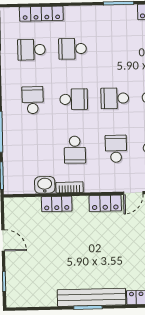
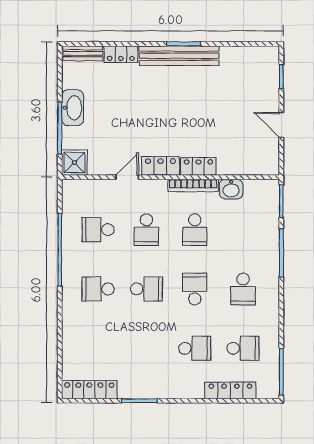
school desk: (74, 99) -> (195, 289), turned 90
school desk: (75, 150) -> (195, 230), turned 180
bookcase: (70, 187) -> (193, 185), width x1.56
locker: (57, 204) -> (198, 166), moved

